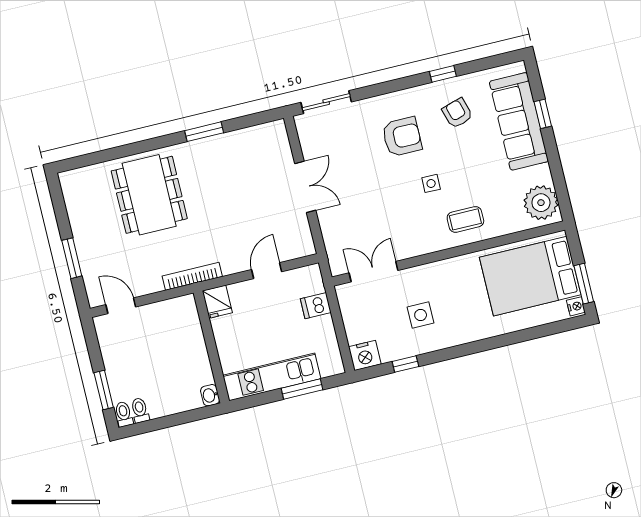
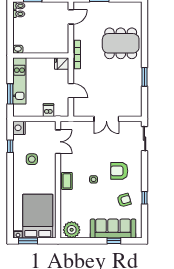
armchair: (402, 137) -> (119, 171), turned 90
coffee table: (465, 219) -> (67, 181), moved

